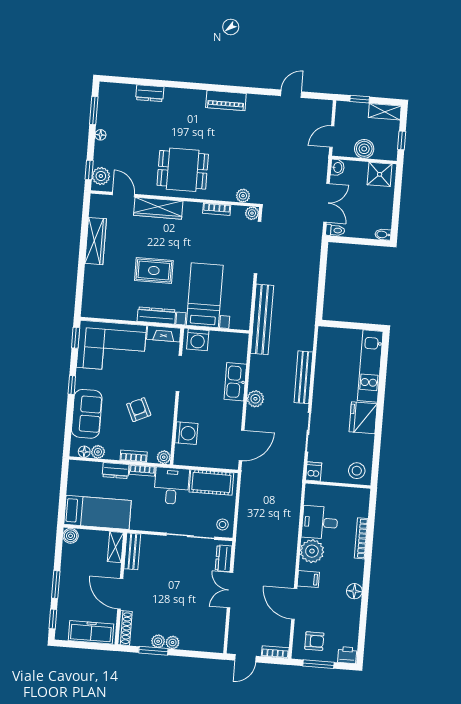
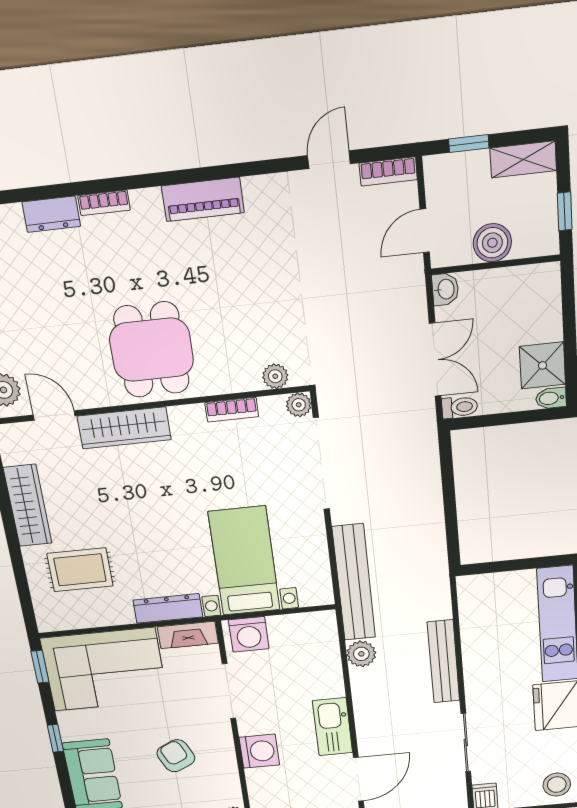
bookcase: (177, 93) -> (104, 203), added
bookcase: (319, 105) -> (388, 171), added
dining table: (183, 170) -> (152, 350), turned 90
shower: (380, 174) -> (542, 365), moved
rug: (154, 270) -> (80, 570), moved
kitchen sink: (235, 382) -> (332, 727), moved
plant: (255, 399) -> (361, 654), moved
washing machine: (186, 433) -> (259, 751), moved

